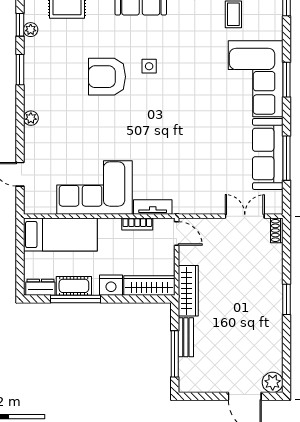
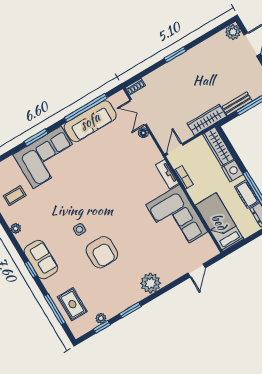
plant: (31, 118) -> (150, 283), width x1.88, depth x1.88
window: (286, 158) -> (86, 108), width x1.46
floor lamp: (217, 208) -> (143, 133), added

